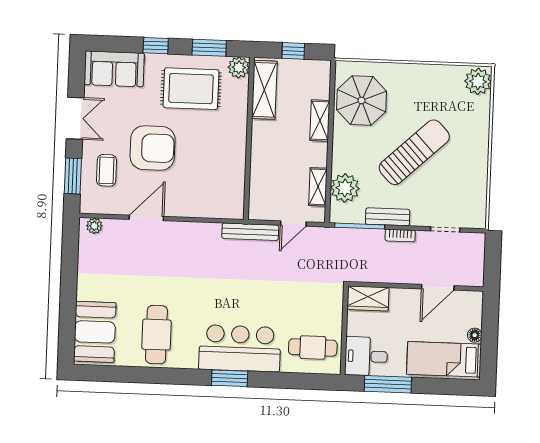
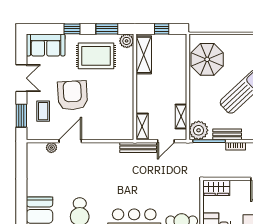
shelving: (320, 120) -> (142, 126), moved
armchair: (153, 148) -> (72, 95), turned -93
plant: (345, 188) -> (199, 130), moved
plant: (94, 226) -> (51, 148), moved

